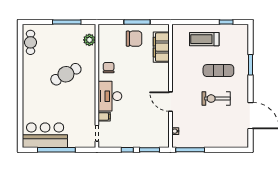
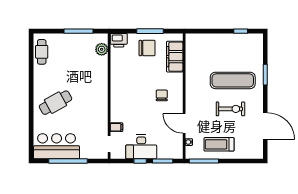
printer: (106, 31) -> (119, 40), added
treadmill: (204, 39) -> (219, 144), moved
chair: (109, 68) -> (162, 95), moved
exercise mat: (218, 71) -> (233, 80), width x1.36, depth x1.45
cafe table: (66, 74) -> (55, 103), moved
desk: (110, 96) -> (141, 147), moved, turned -90
exercise bike: (216, 99) -> (230, 109), turned 180
door: (171, 102) -> (184, 123), moved

